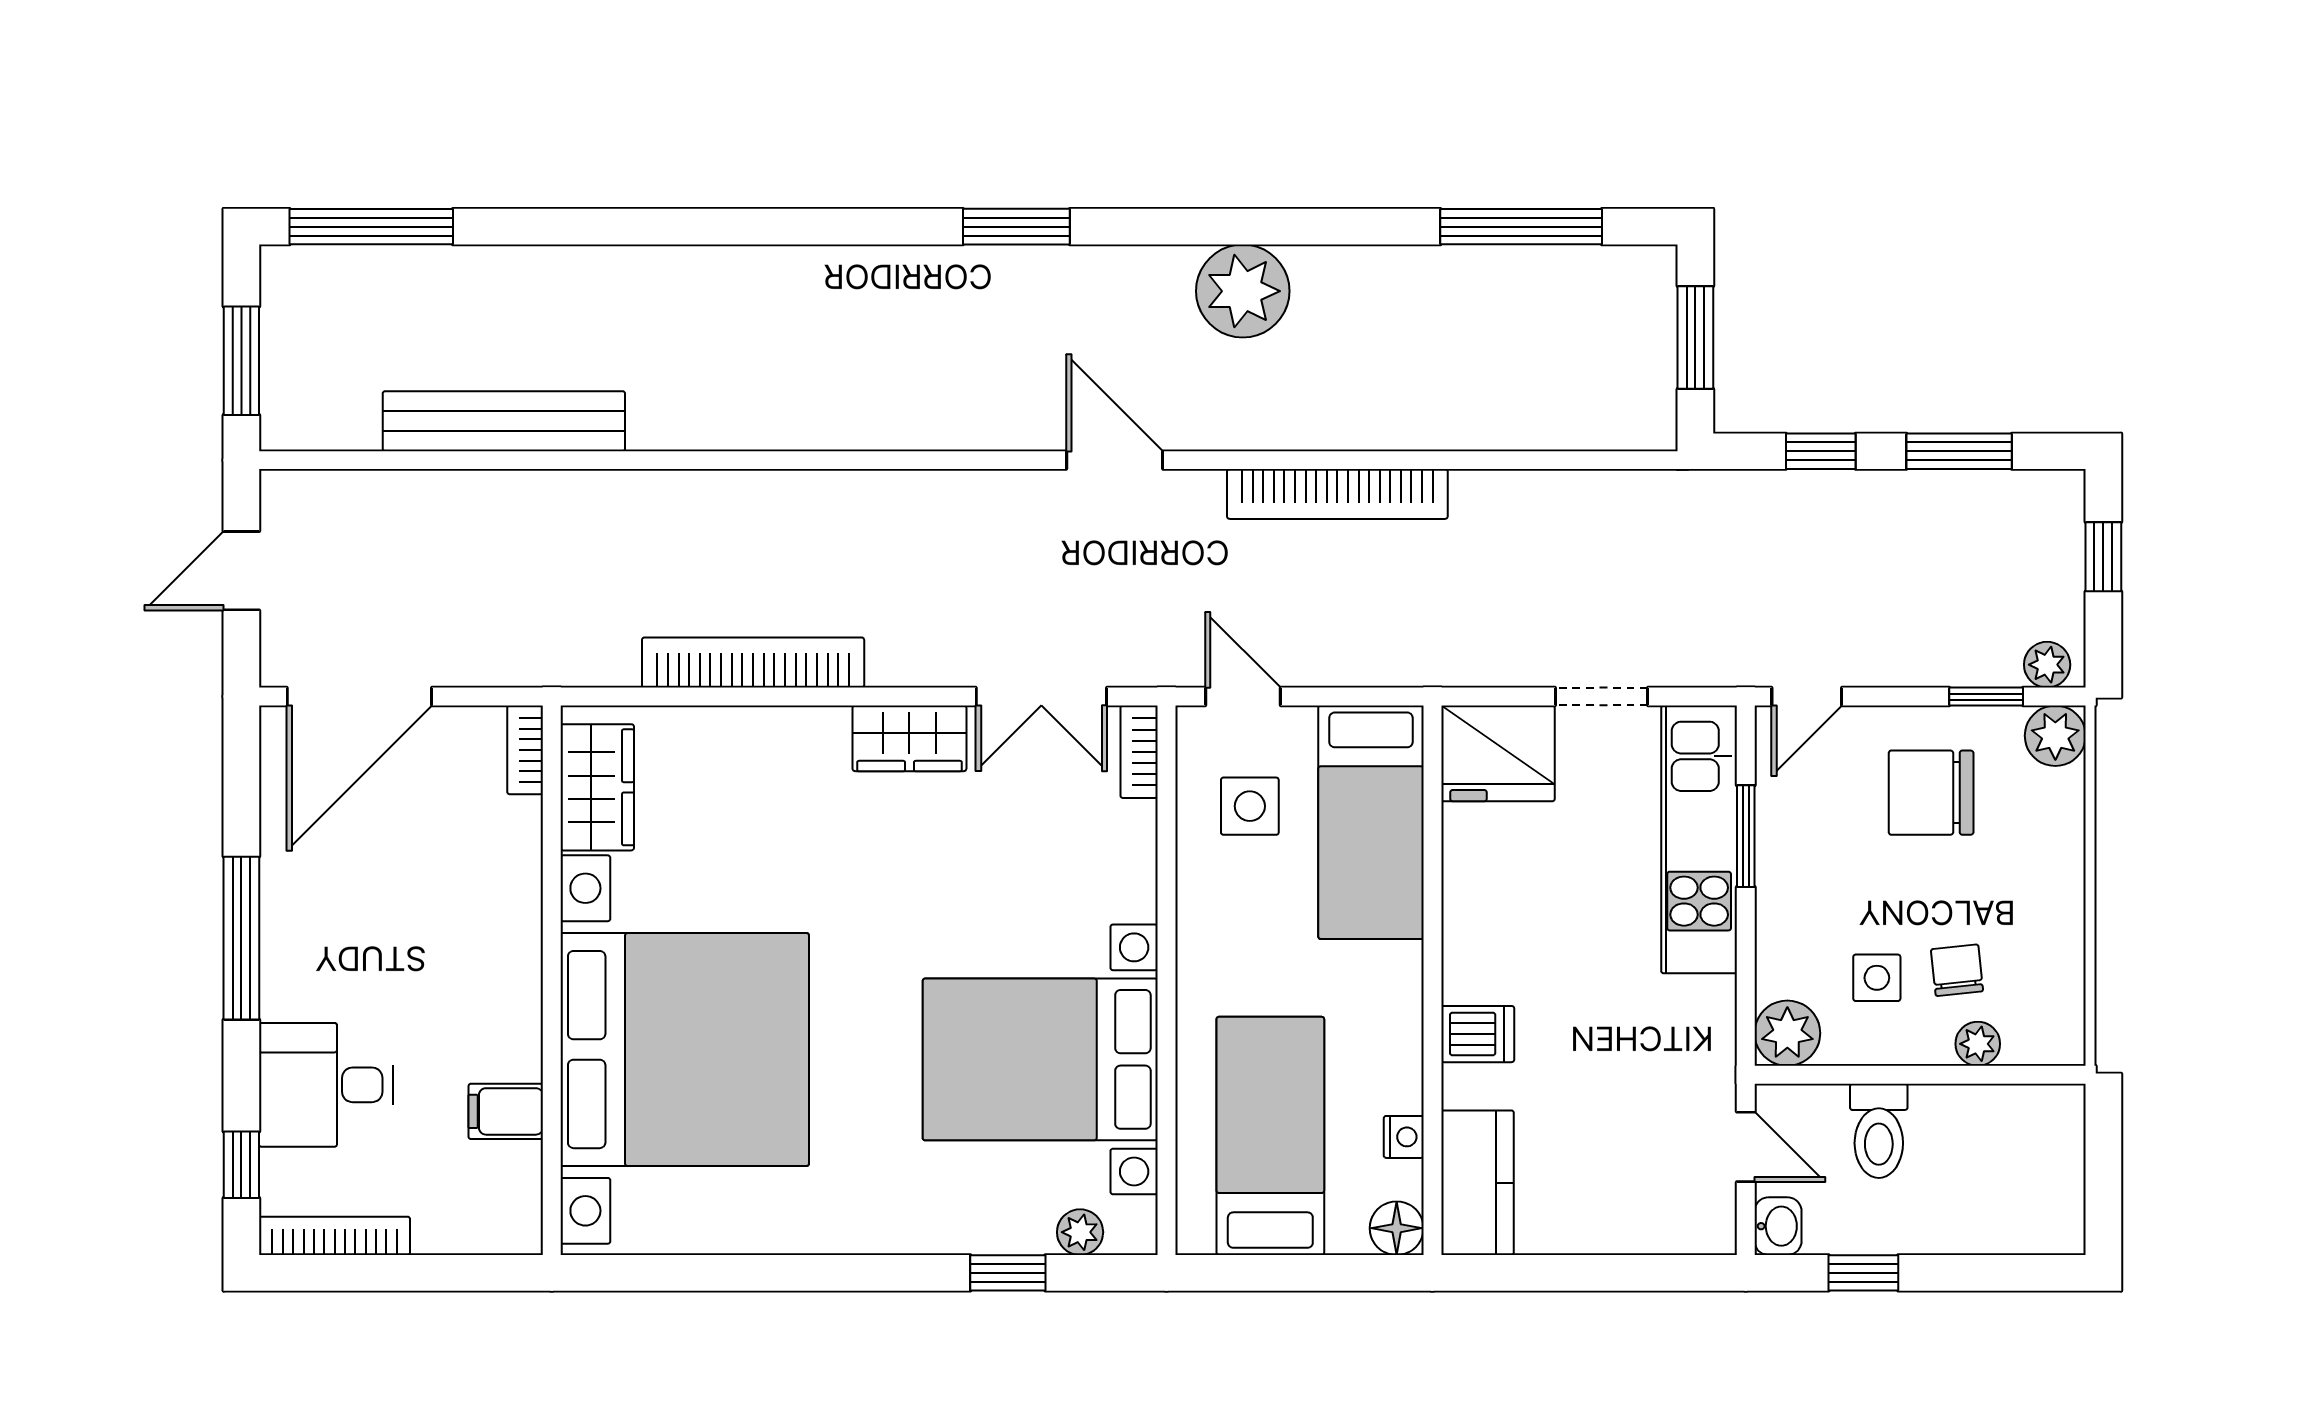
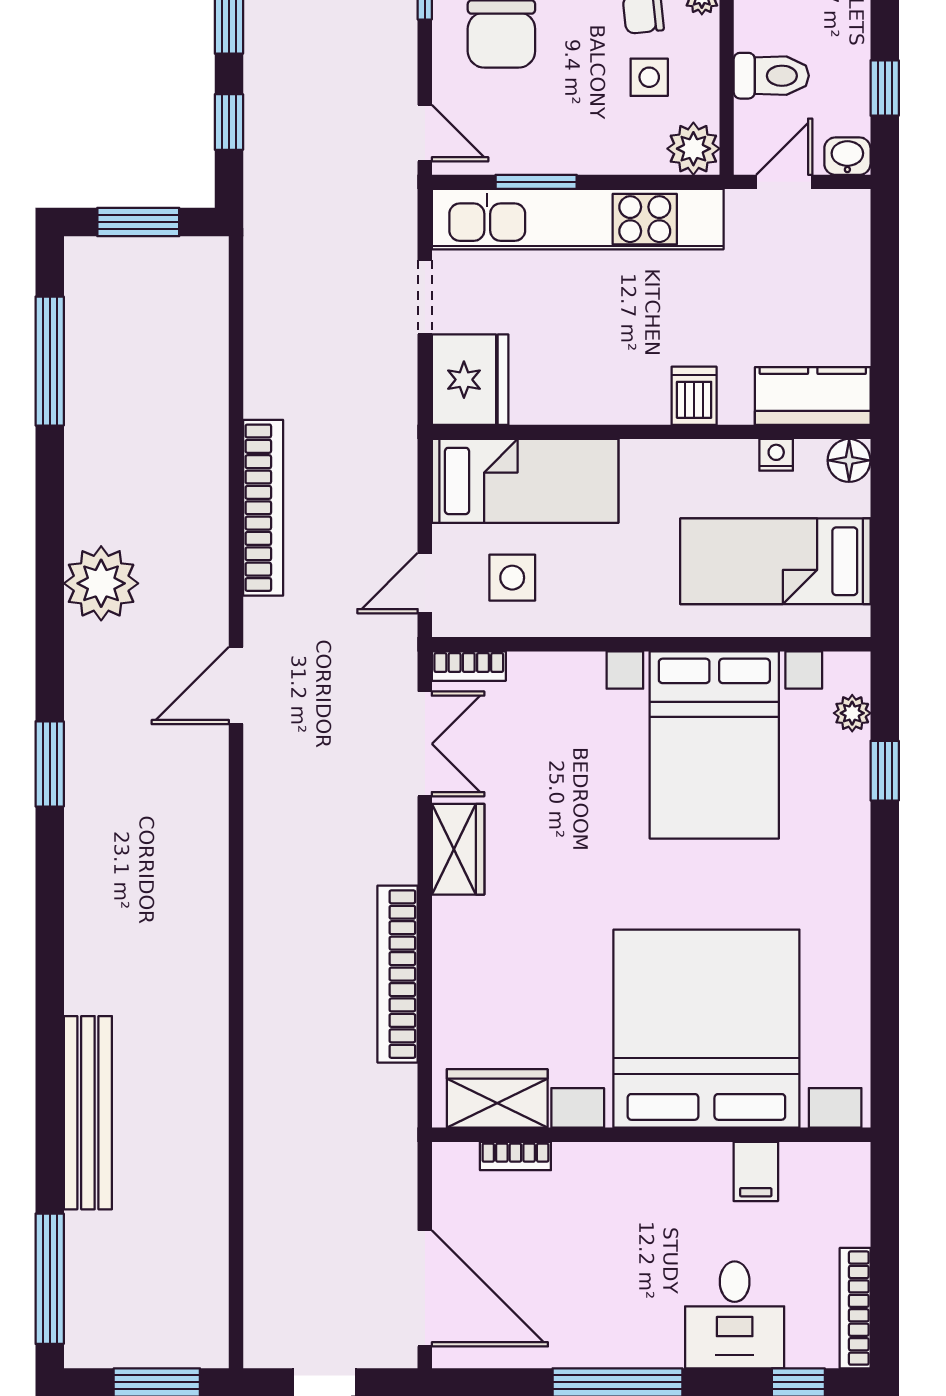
bench: (504, 421) -> (88, 1113), moved
bookcase: (525, 750) -> (515, 1156), moved
kitchen unit: (1699, 839) -> (578, 219), width x1.36

